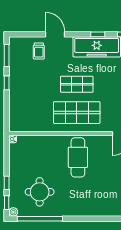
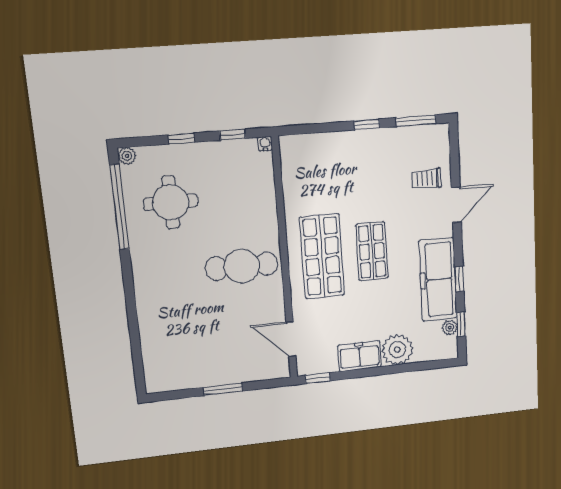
window: (7, 203) -> (233, 135), moved

